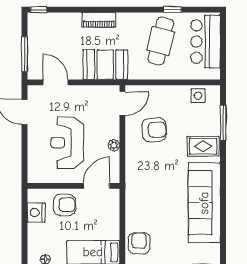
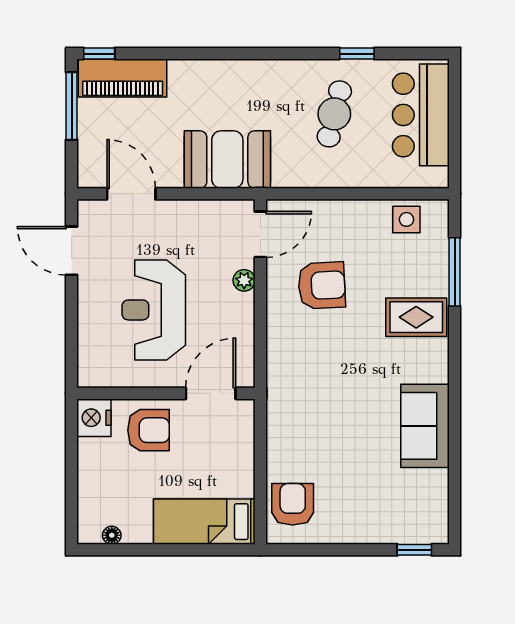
piano: (99, 20) -> (123, 78), moved, width x1.37, depth x1.33
cafe table: (161, 41) -> (334, 114), width x0.73, depth x0.74
window: (25, 54) -> (72, 106), moved
plant: (114, 145) -> (244, 280), moved
sofa: (204, 203) -> (425, 426), width x0.54, depth x0.79
nightstand: (36, 213) -> (94, 418), moved

